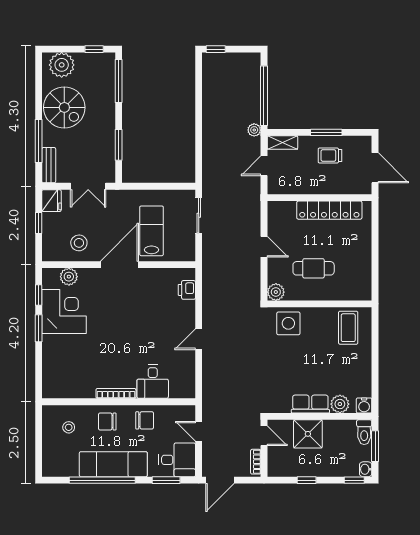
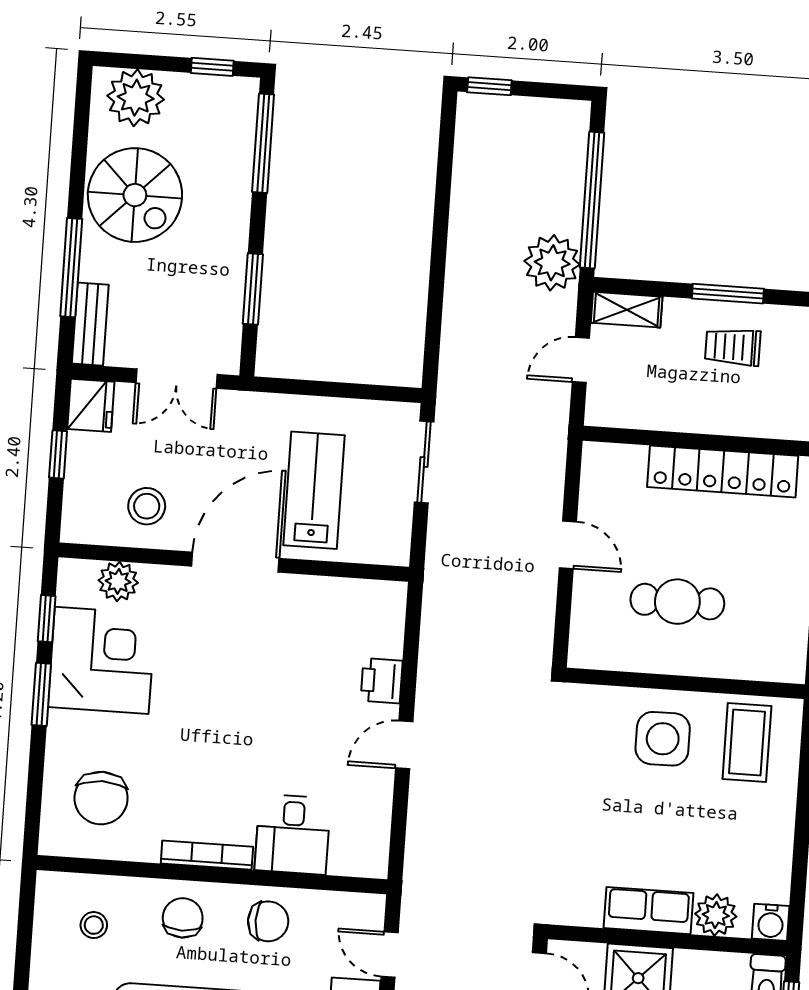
plant: (254, 130) -> (552, 263), width x1.88, depth x1.88
printer: (187, 290) -> (382, 681), moved
plant: (276, 292) -> (588, 650), removed
side table: (288, 323) -> (663, 739), moved
chair: (68, 372) -> (101, 798), added
chair: (107, 422) -> (183, 918), turned 90

